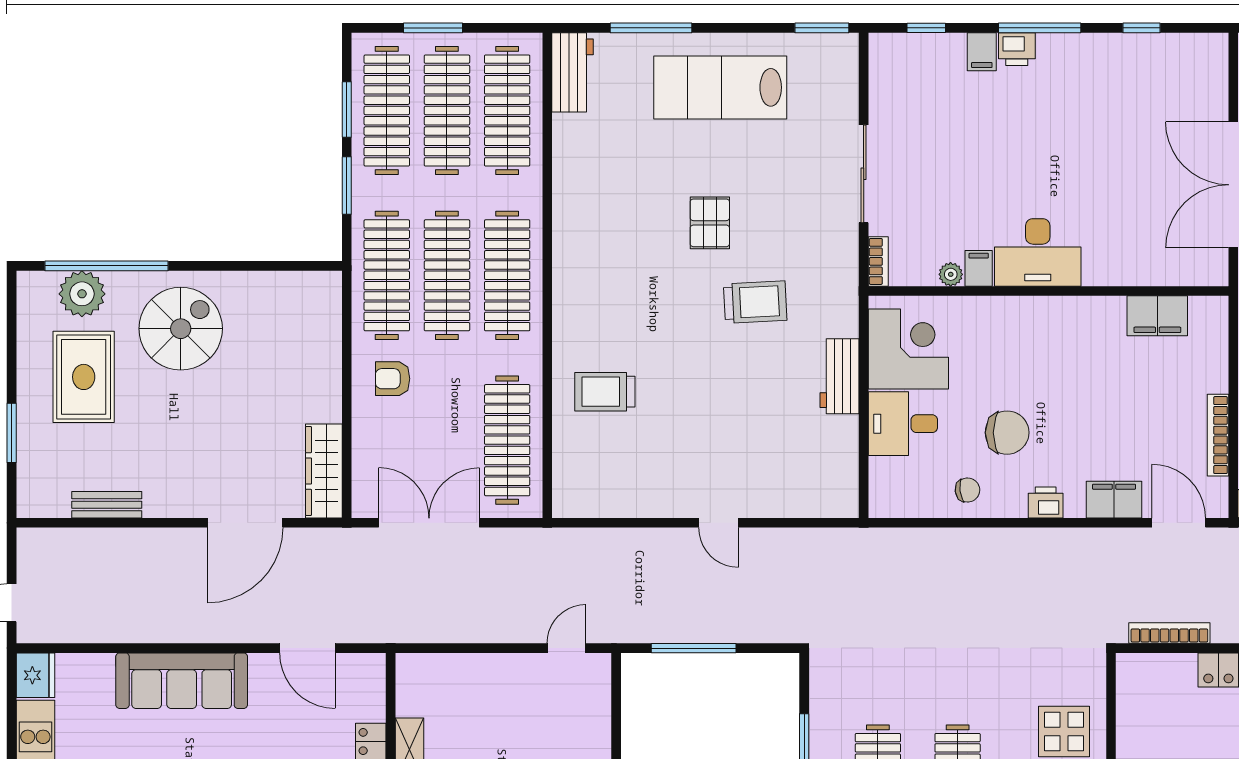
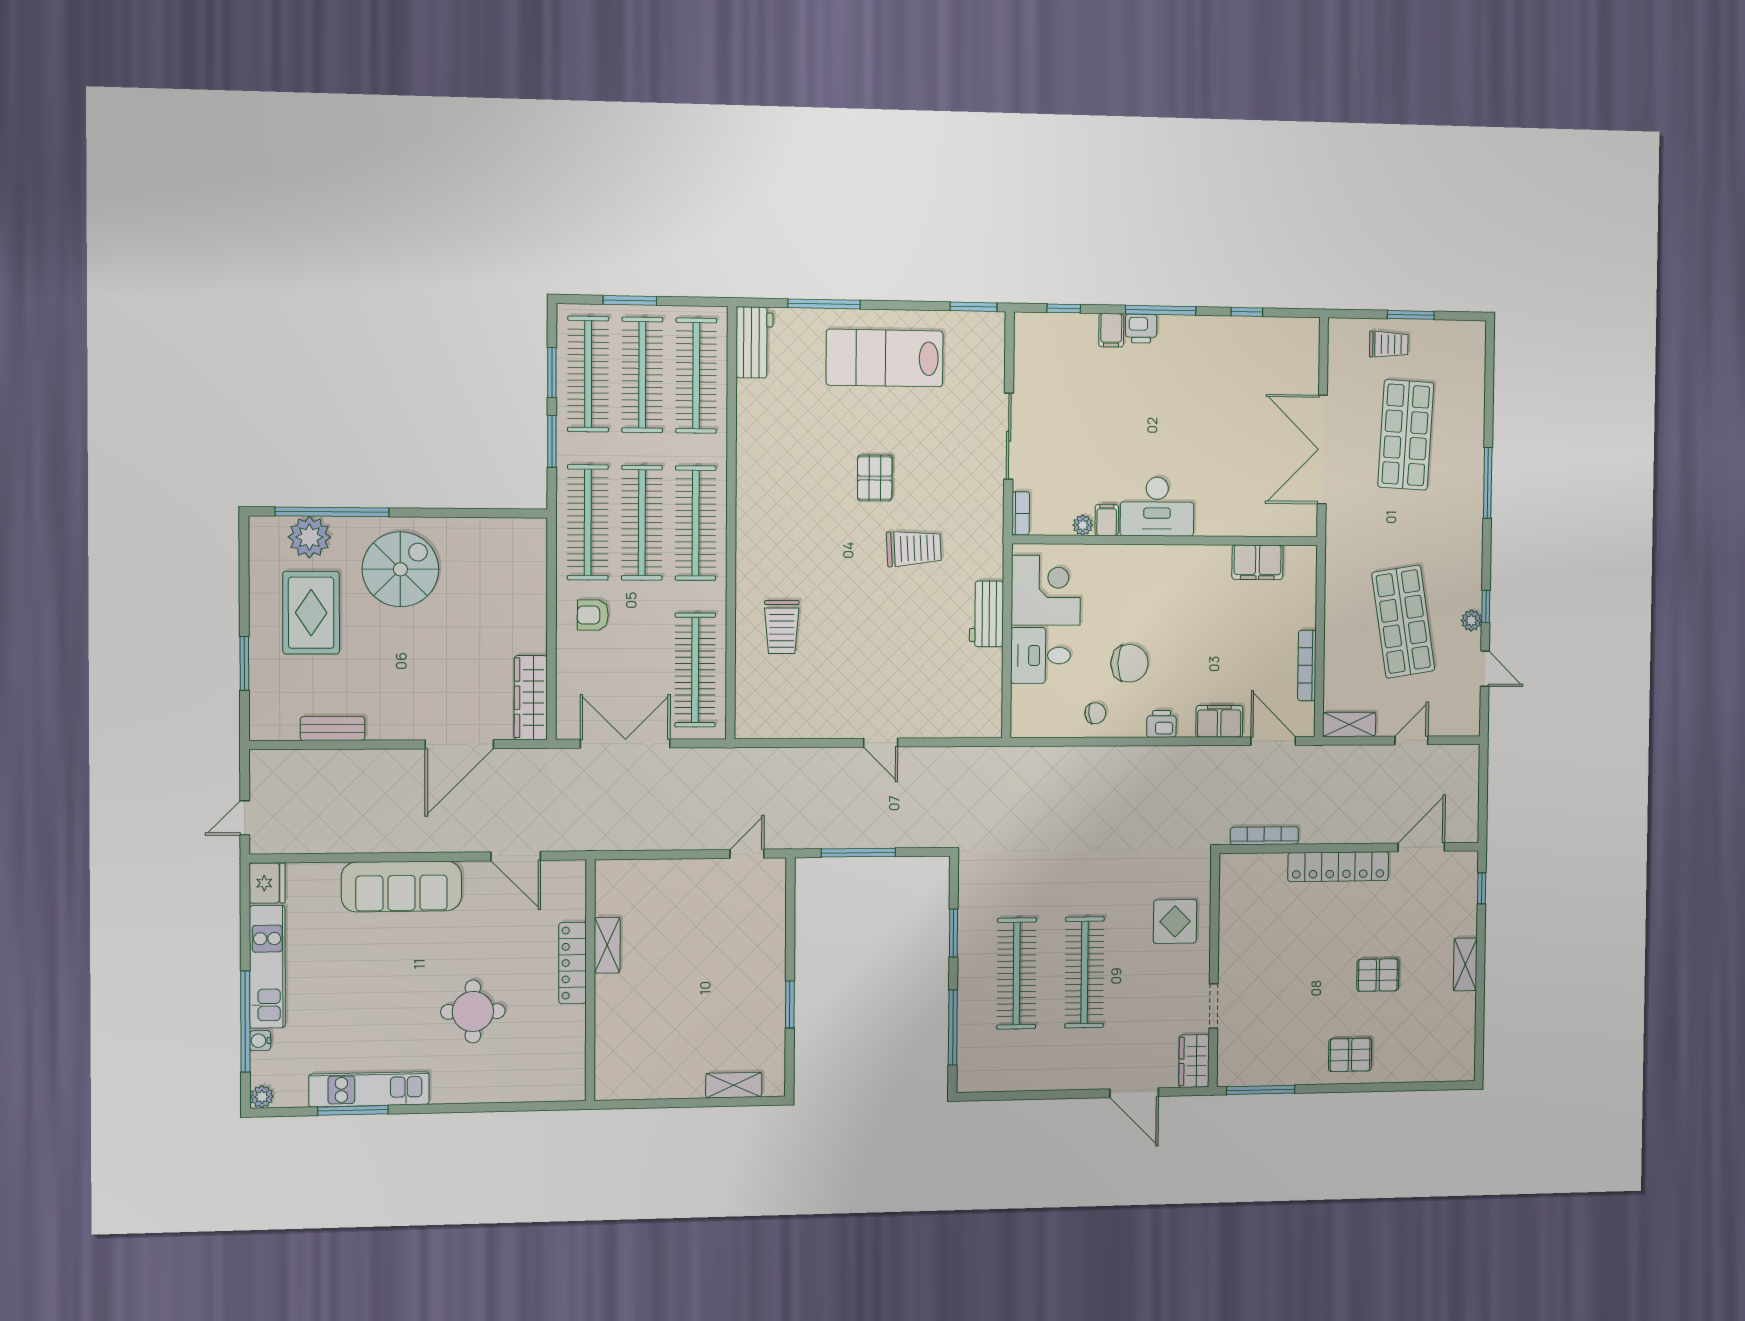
trolley: (605, 392) -> (782, 627), turned -90

